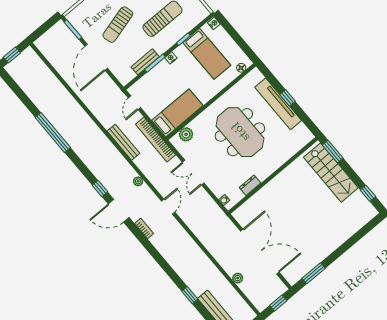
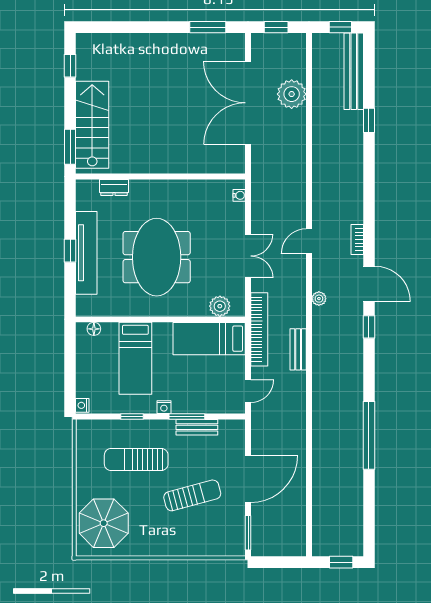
bed: (207, 54) -> (135, 358), moved, turned 180
bench: (123, 142) -> (298, 349), width x0.73
dresser: (250, 185) -> (114, 187), moved
plant: (238, 278) -> (292, 94), width x1.88, depth x1.88

